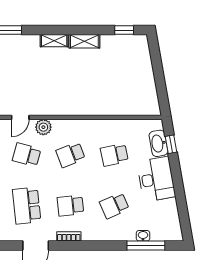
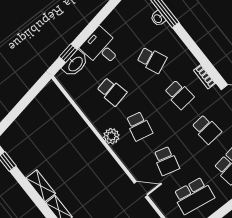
plant: (43, 127) -> (111, 136), moved
school desk: (70, 155) -> (139, 126), turned 33
desk: (156, 179) -> (101, 48), width x0.73
school desk: (27, 206) -> (206, 129), width x0.54

